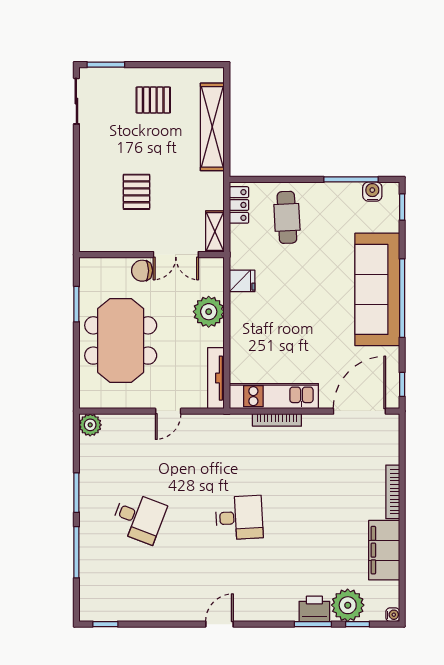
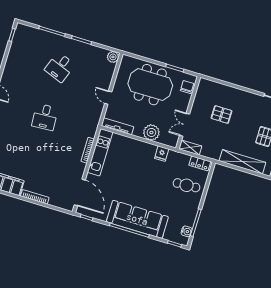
chair: (142, 271) -> (187, 87), moved

